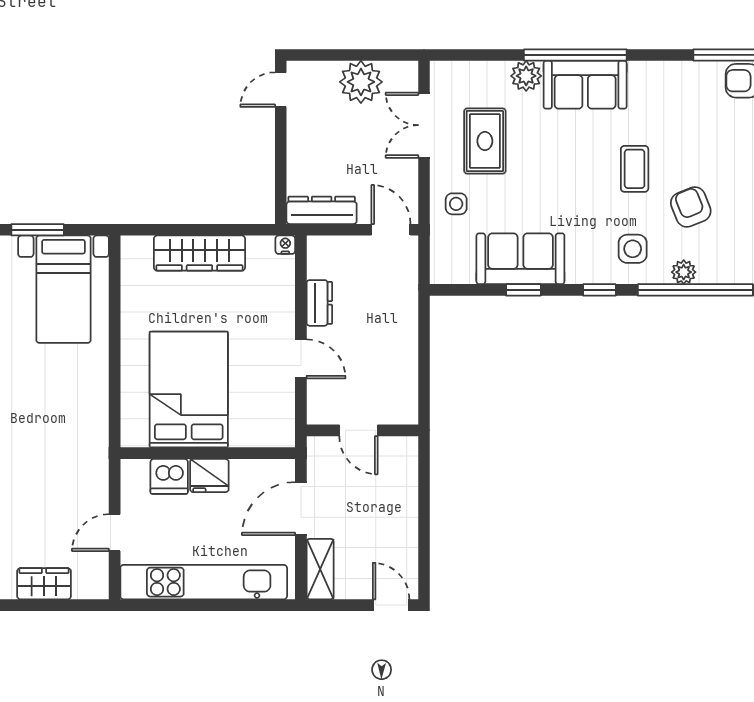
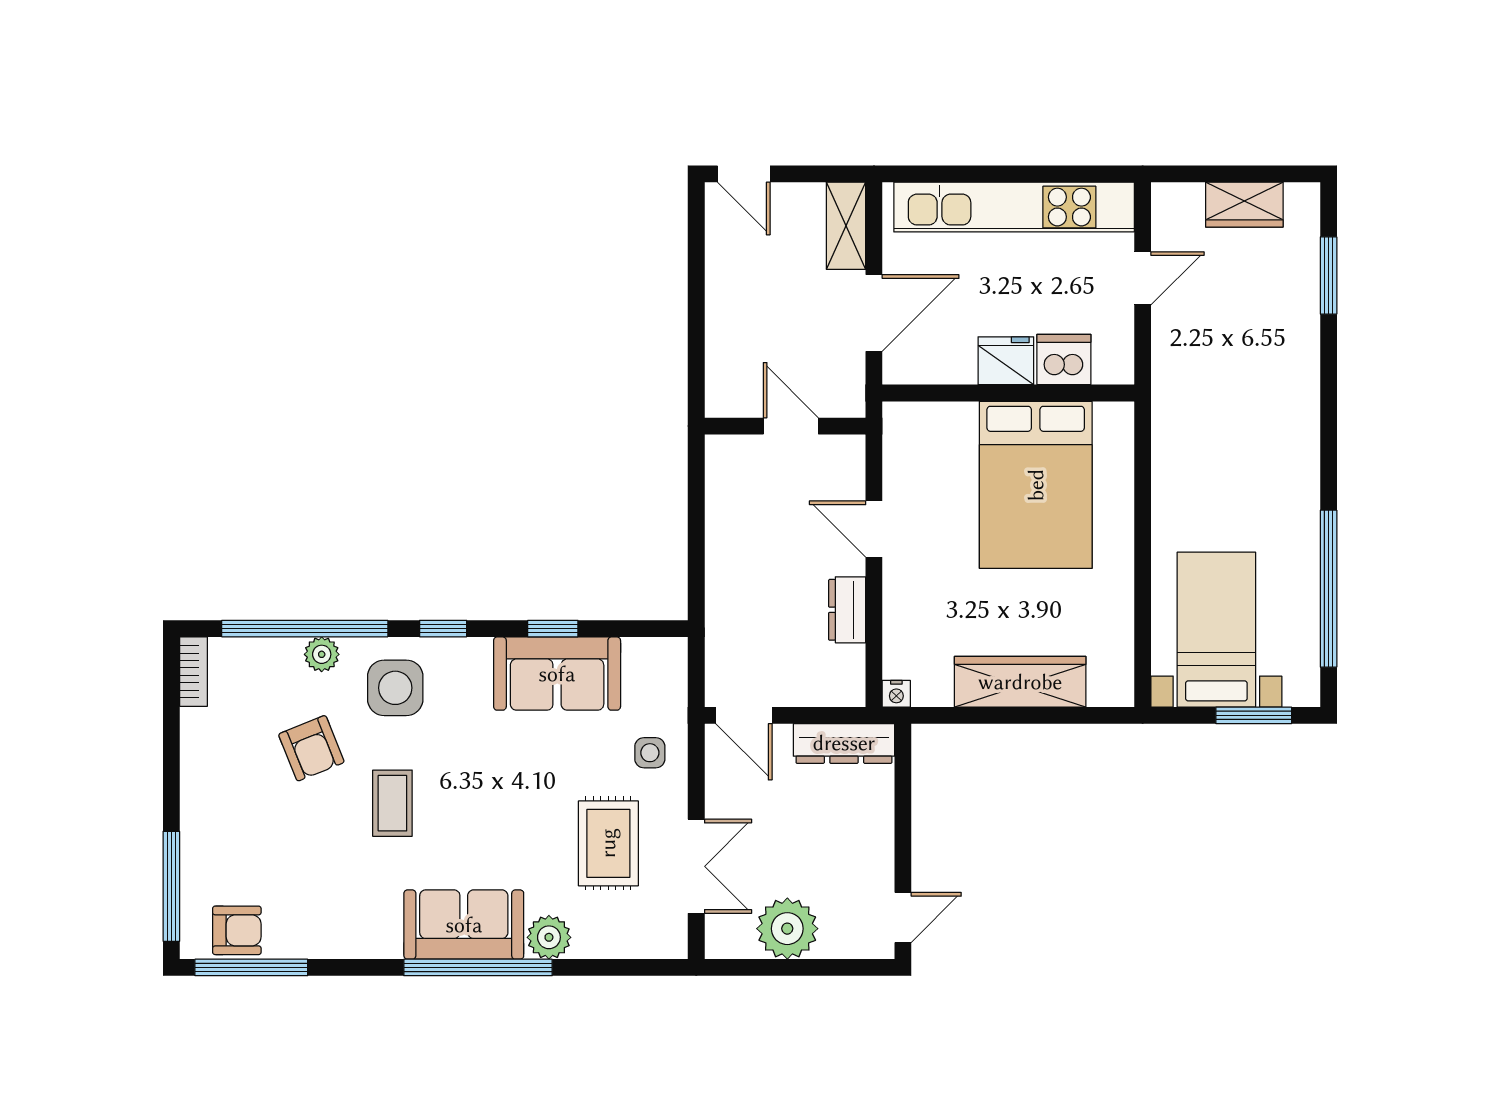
side table: (633, 249) -> (395, 688), width x1.37, depth x1.37

